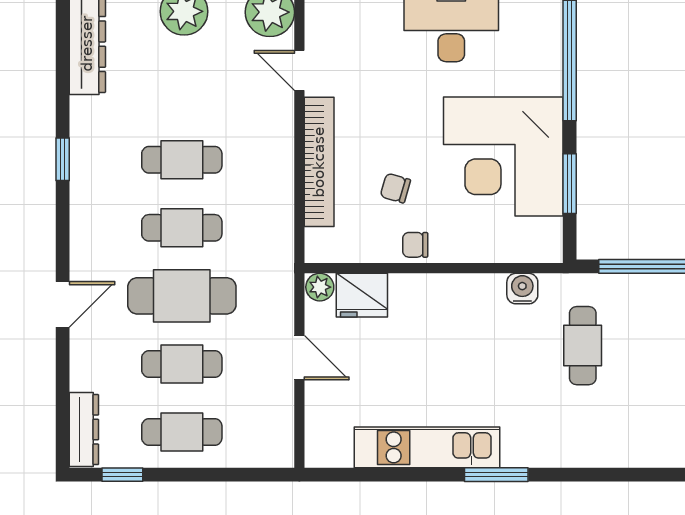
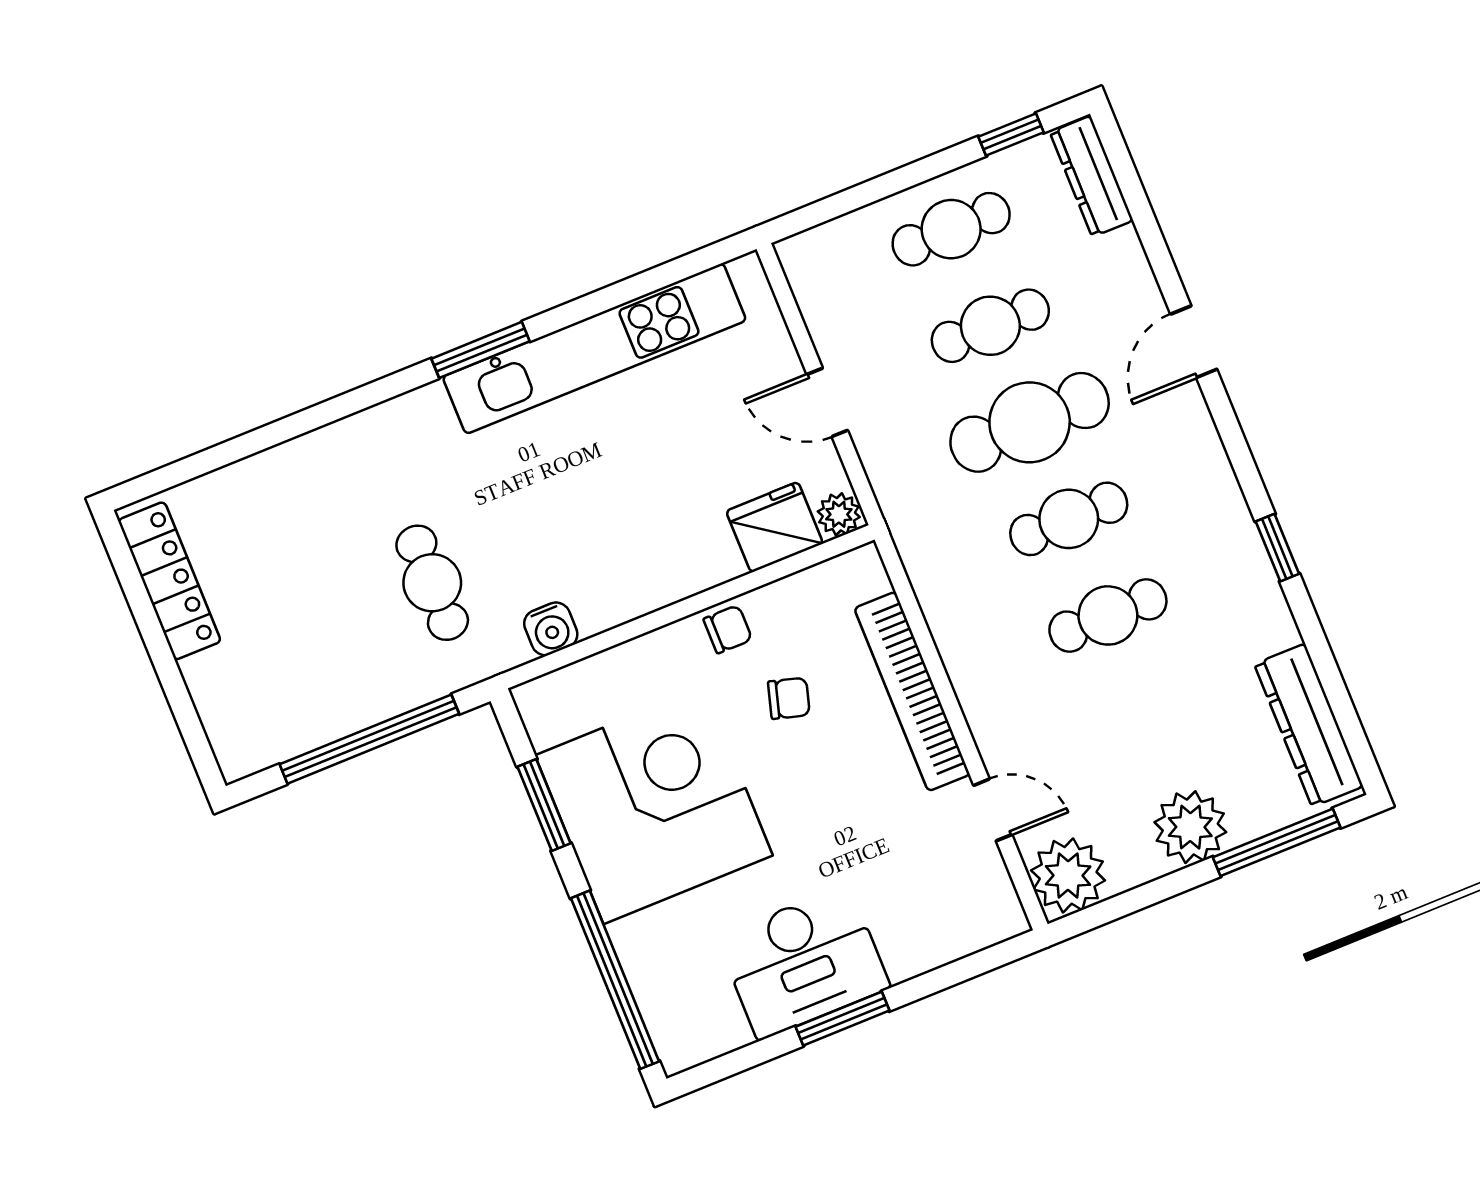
kitchen unit: (427, 447) -> (594, 349), width x1.36

